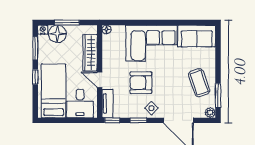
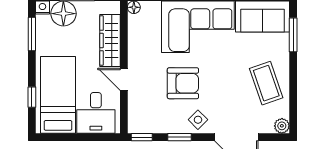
window: (35, 77) -> (32, 97), moved
armchair: (141, 83) -> (183, 83), turned 180
window: (218, 96) -> (293, 35), moved
tv unit: (108, 104) -> (135, 113), removed

